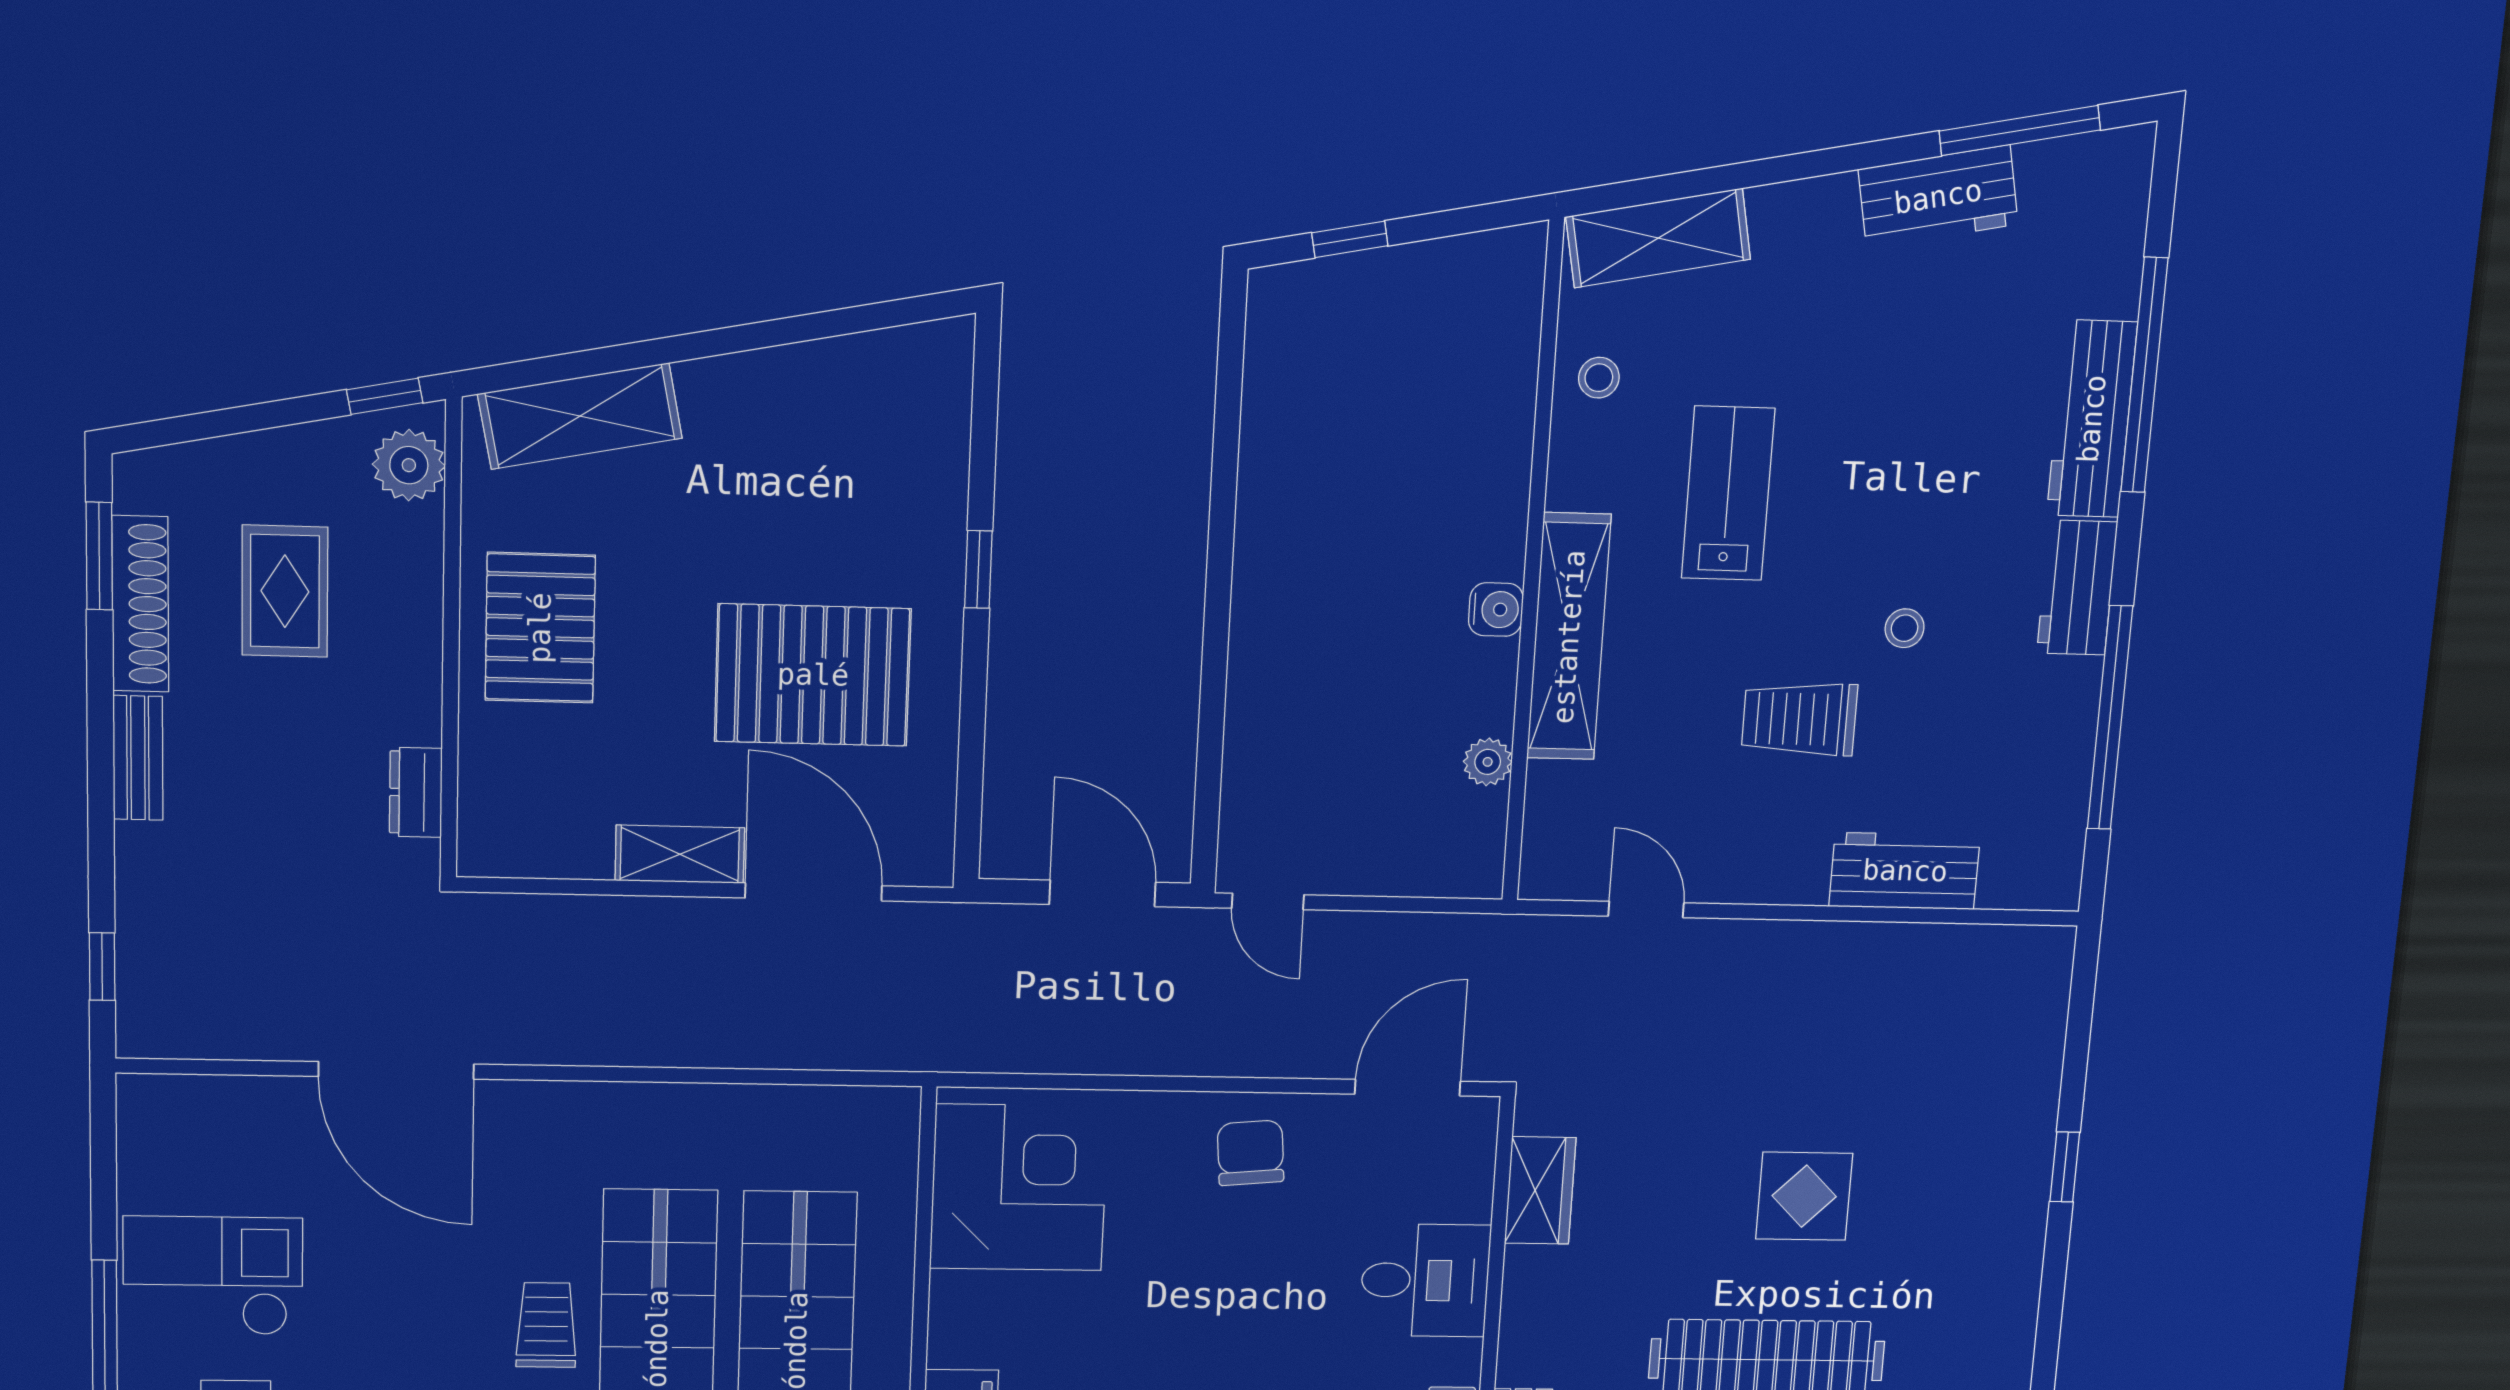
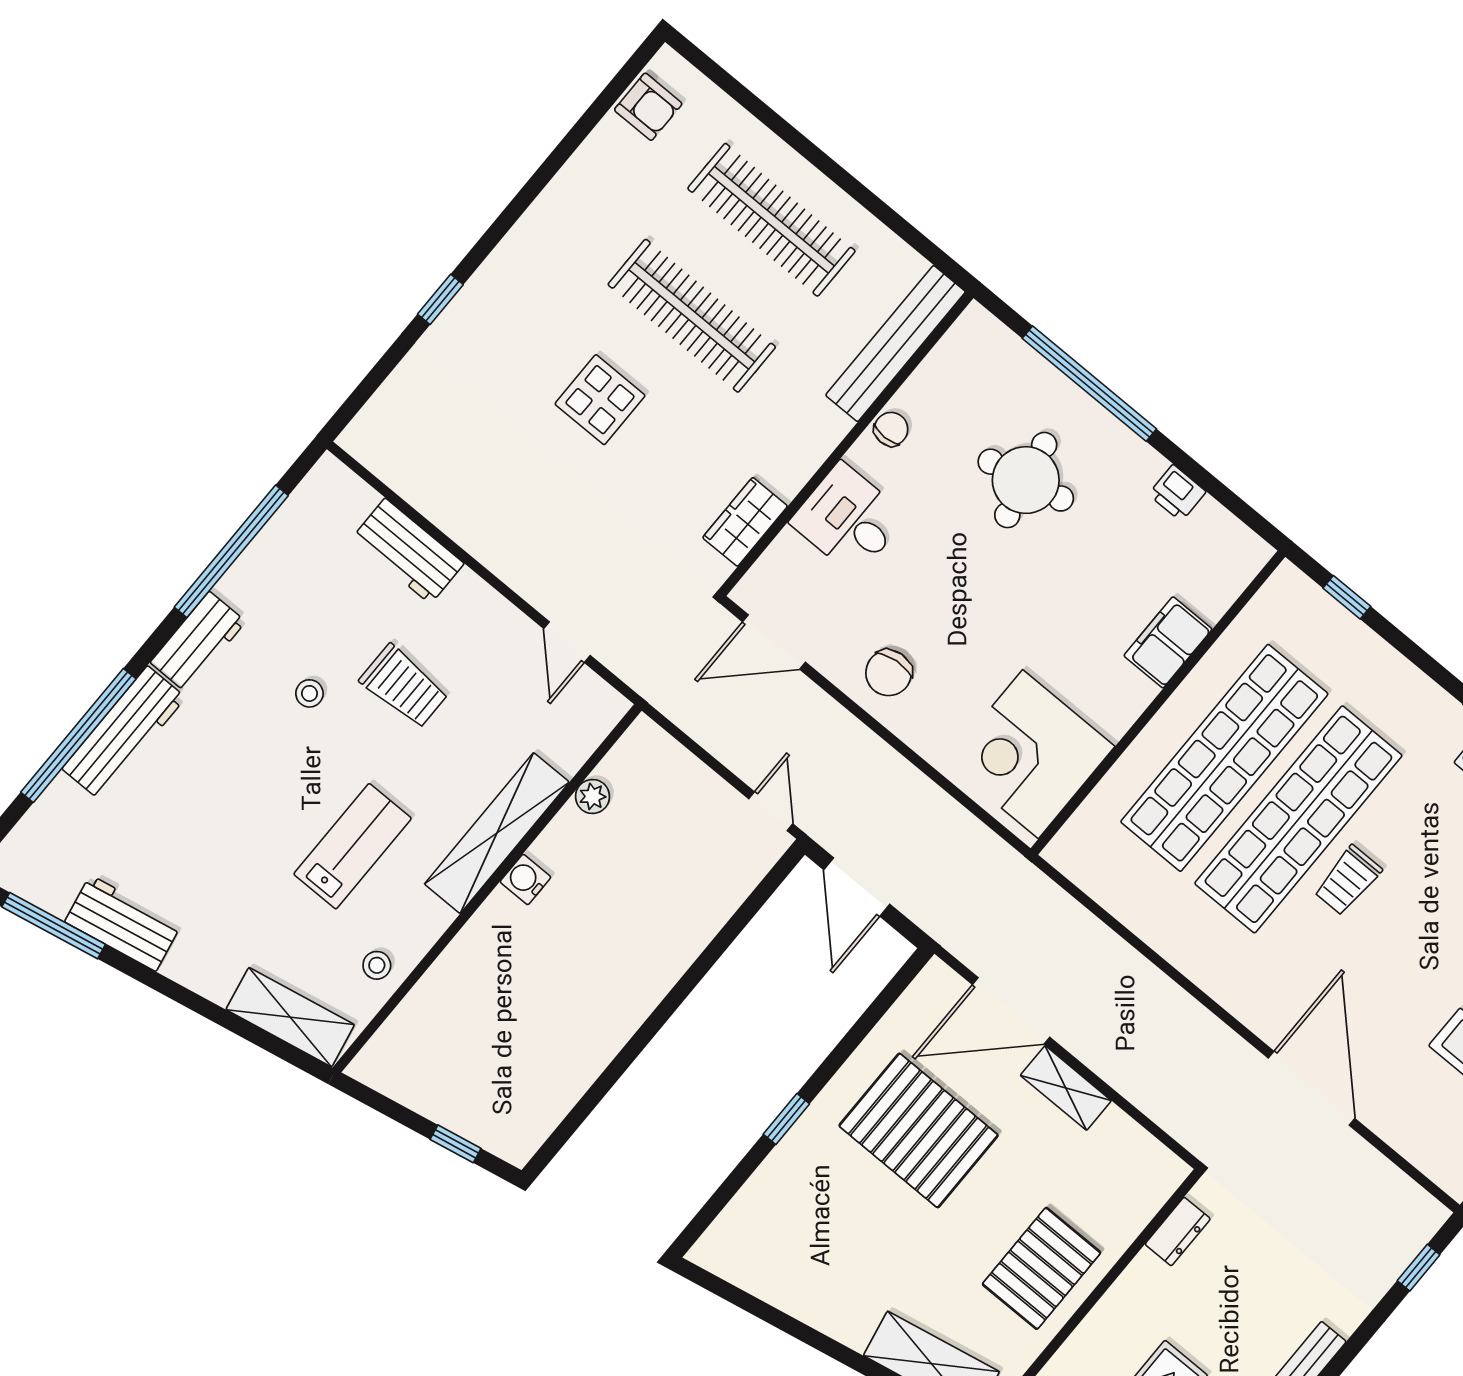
lab bench: (1728, 493) -> (353, 846), turned 180
door: (814, 892) -> (1011, 1011), hinge flipped

